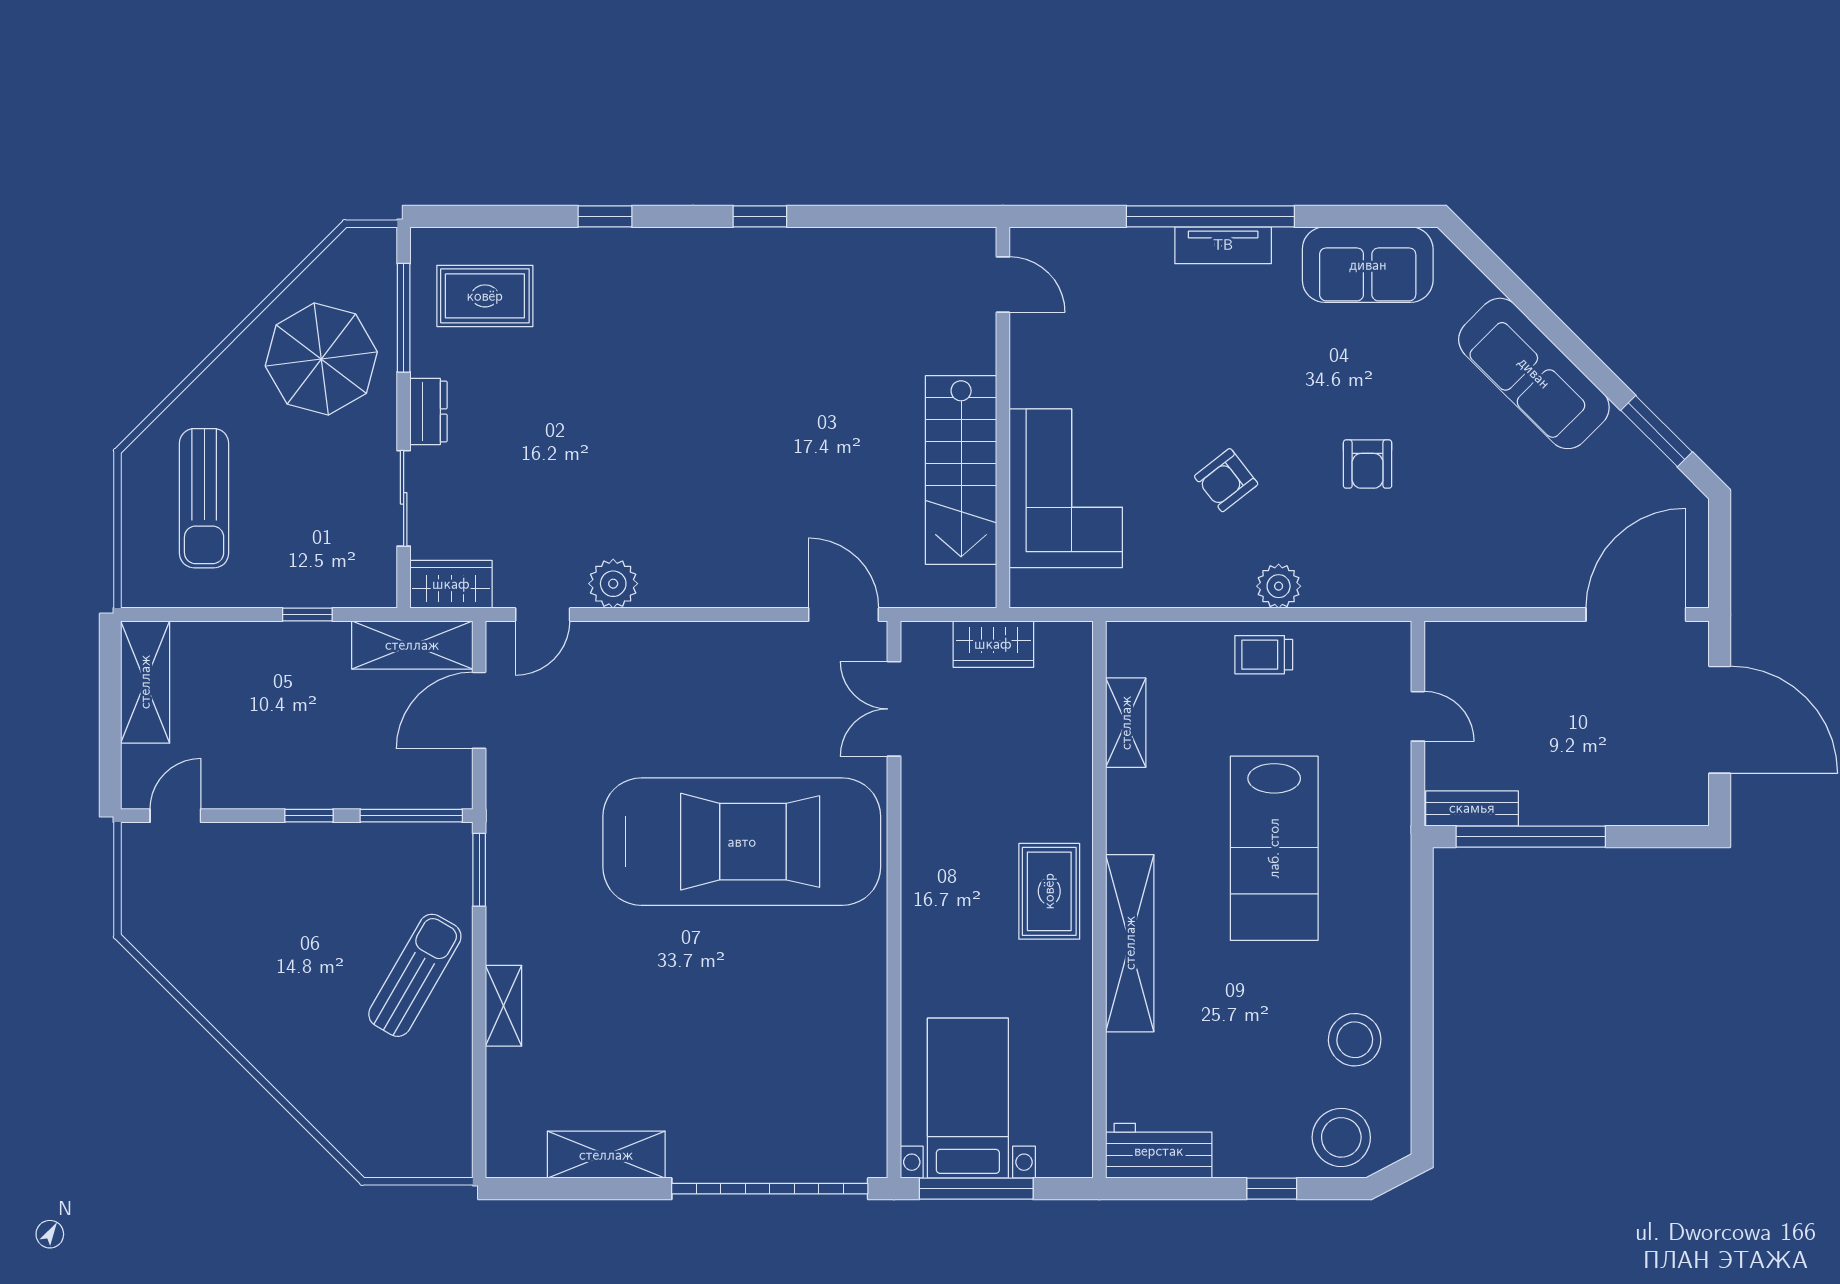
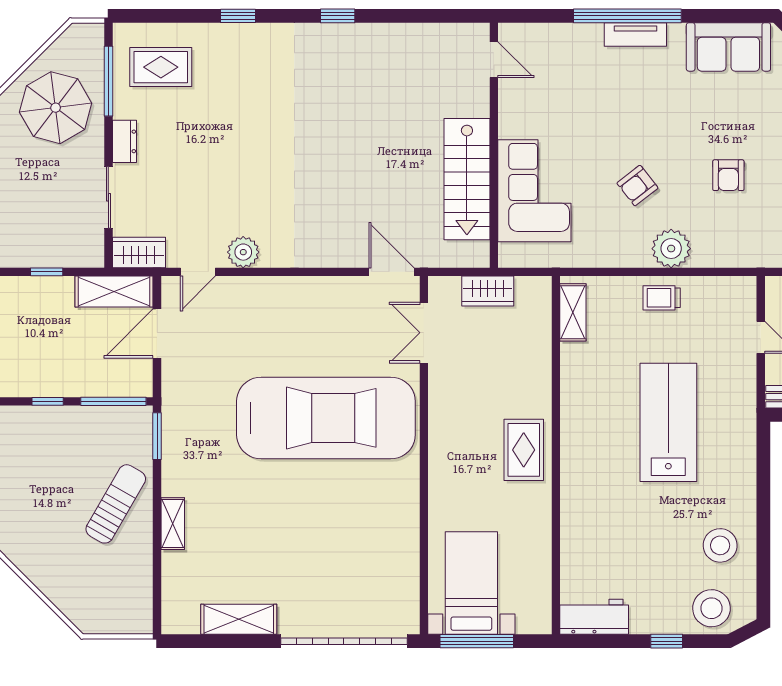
plant: (1279, 586) -> (671, 249), width x1.36, depth x1.36
shelving: (1126, 723) -> (573, 312), moved
lab bench: (1274, 848) -> (668, 422), turned 180
shelving: (1130, 943) -> (575, 483), removed

